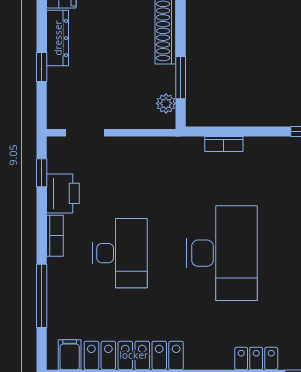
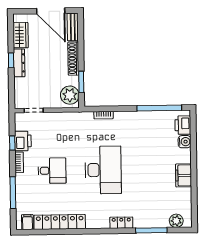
window: (42, 67) -> (11, 60), moved
plant: (166, 103) -> (70, 95), width x1.88, depth x1.88
window: (42, 173) -> (12, 143), moved
desk: (120, 253) -> (52, 171), width x0.73

